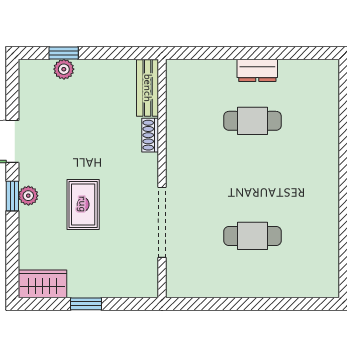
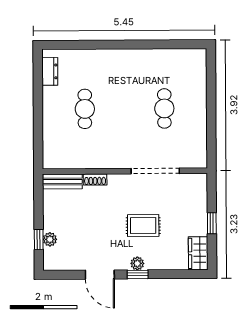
dresser: (257, 70) -> (50, 71), moved

